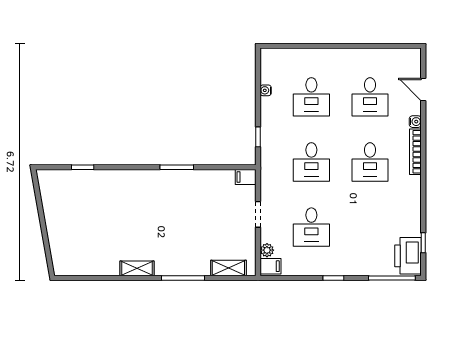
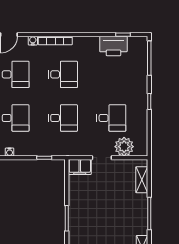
filing cabinet: (246, 177) -> (80, 167), width x2.00
plant: (267, 250) -> (124, 147), width x1.88, depth x1.88
printer: (408, 256) -> (113, 46), moved
filing cabinet: (270, 266) -> (141, 148), removed

